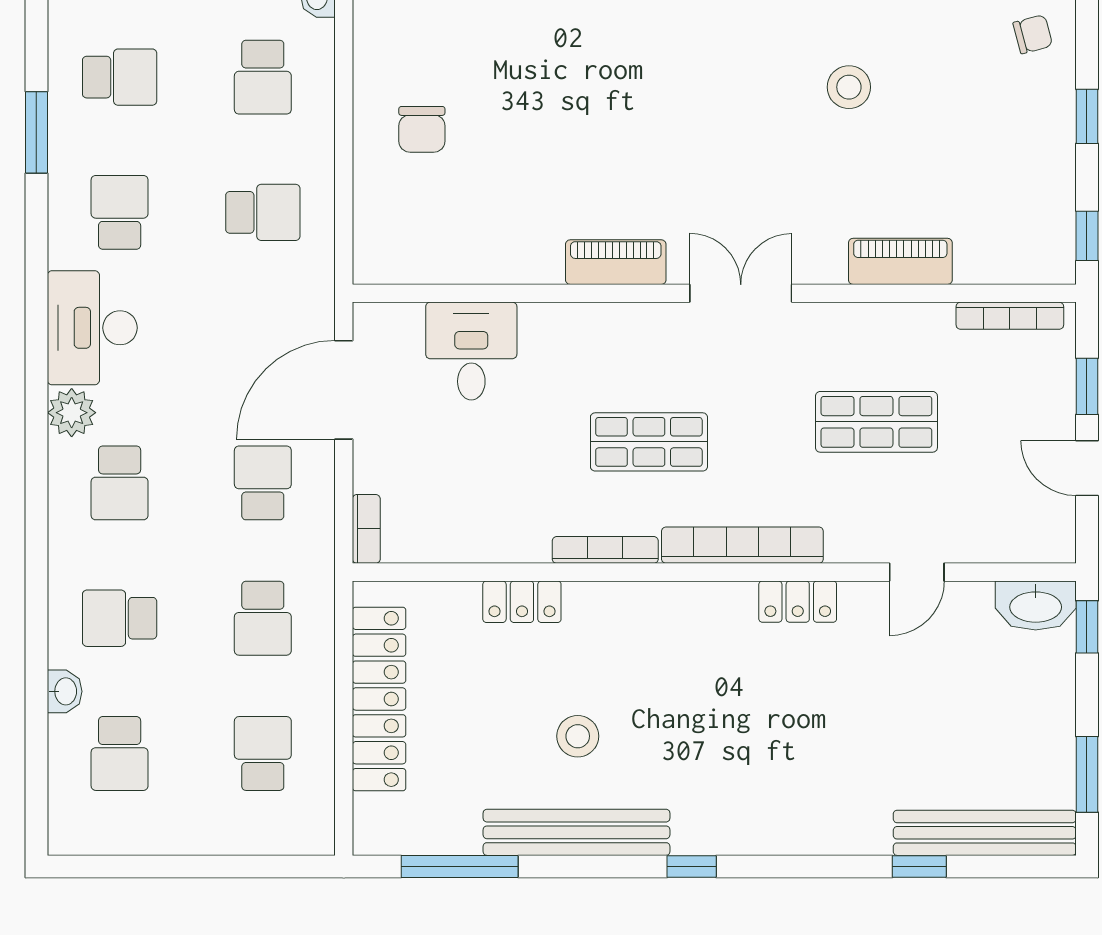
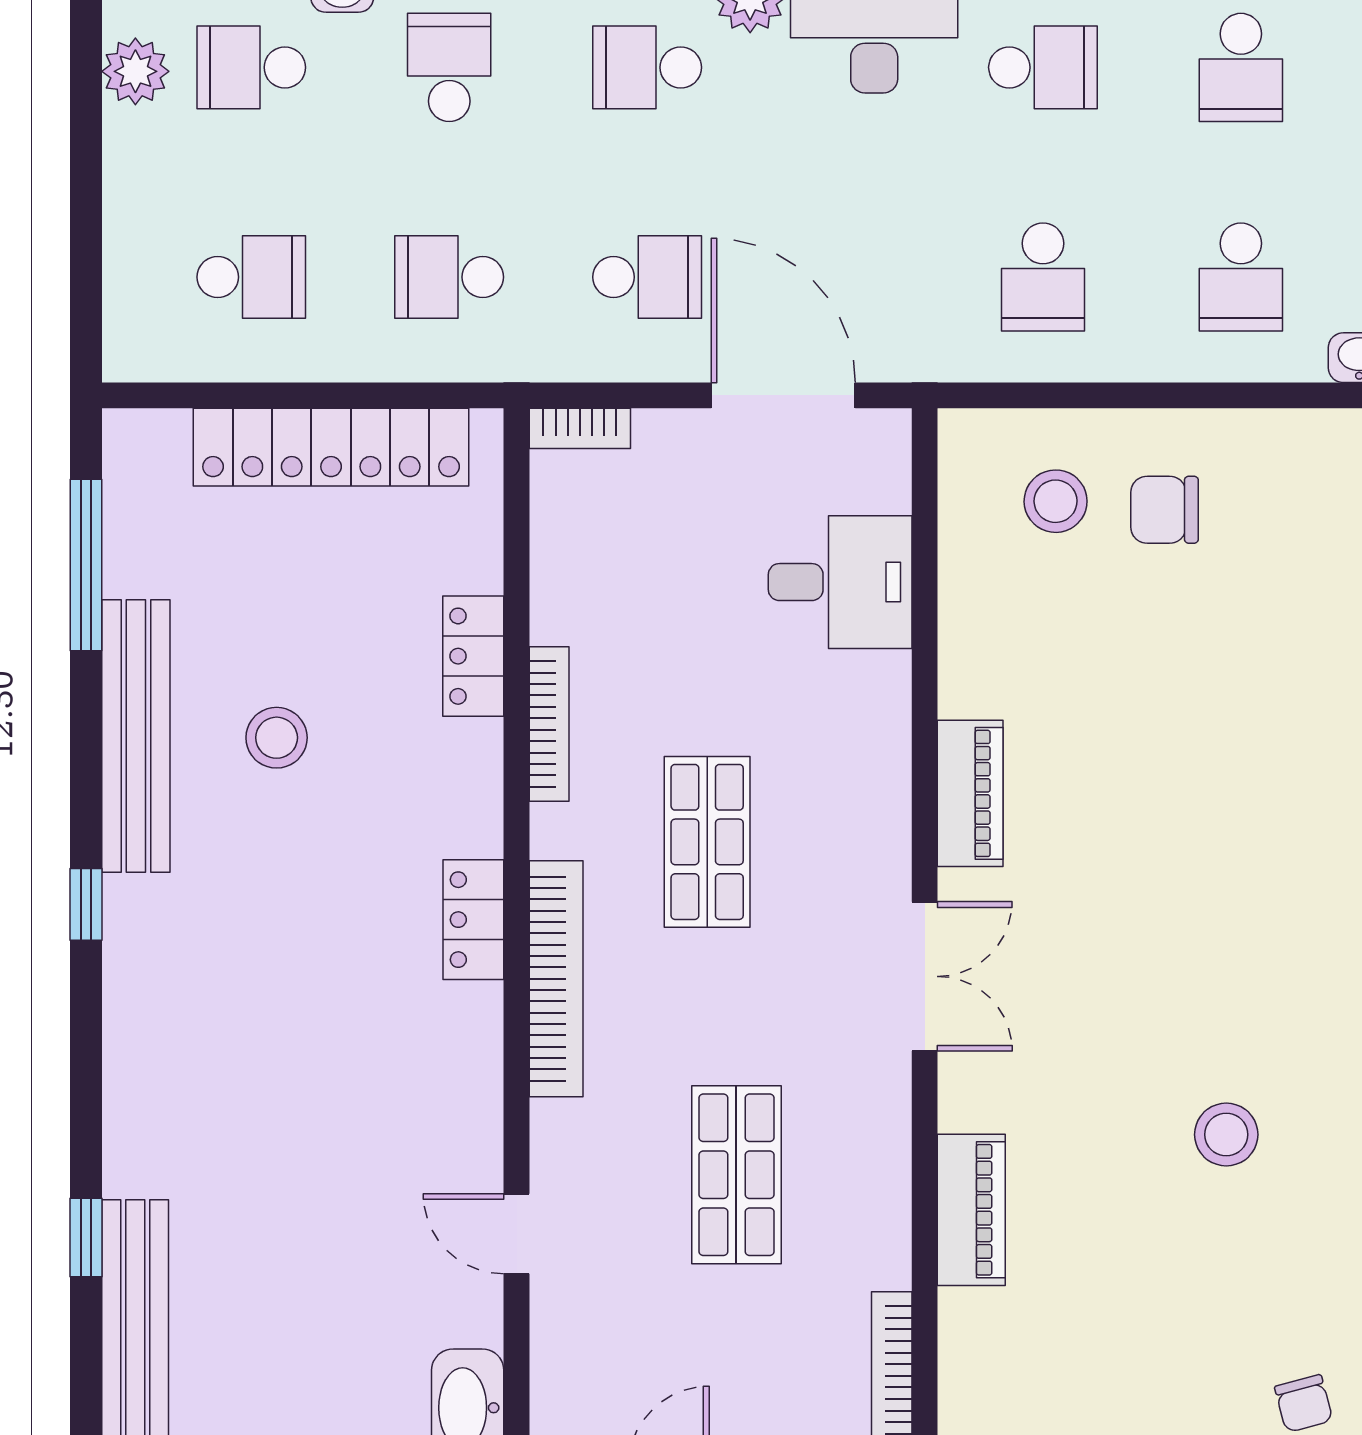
school desk: (263, 77) -> (1241, 277), turned -90
stool: (416, 204) -> (1056, 501), added
bookcase: (605, 550) -> (549, 724), moved
locker: (798, 602) -> (473, 920), moved
plant: (122, 833) -> (135, 71), added

